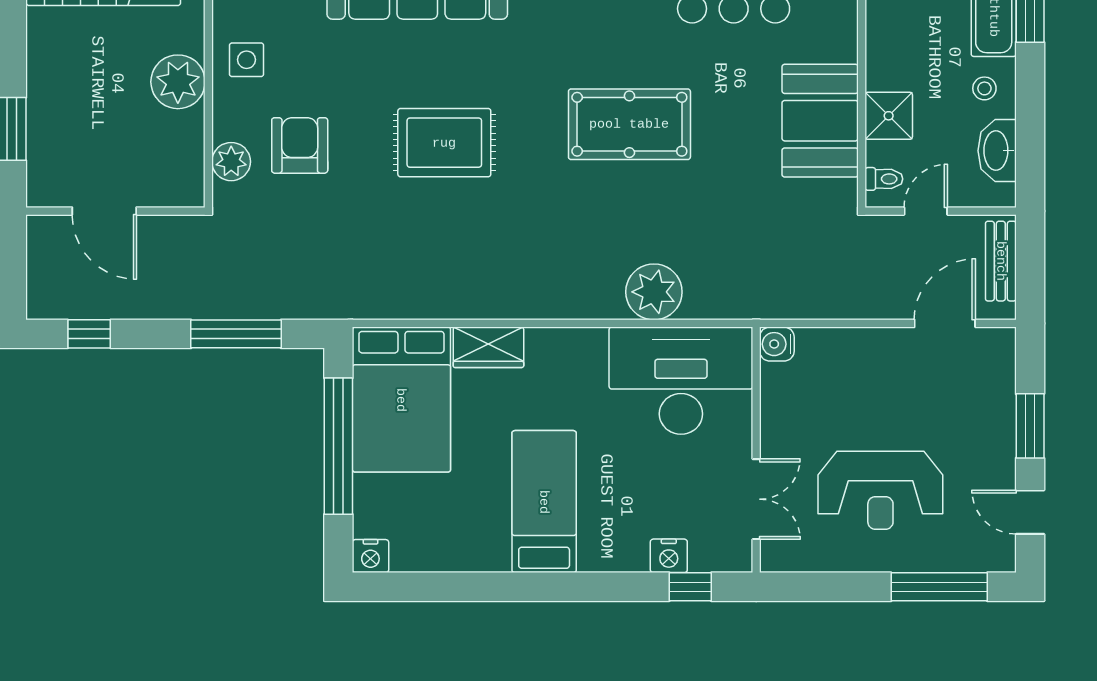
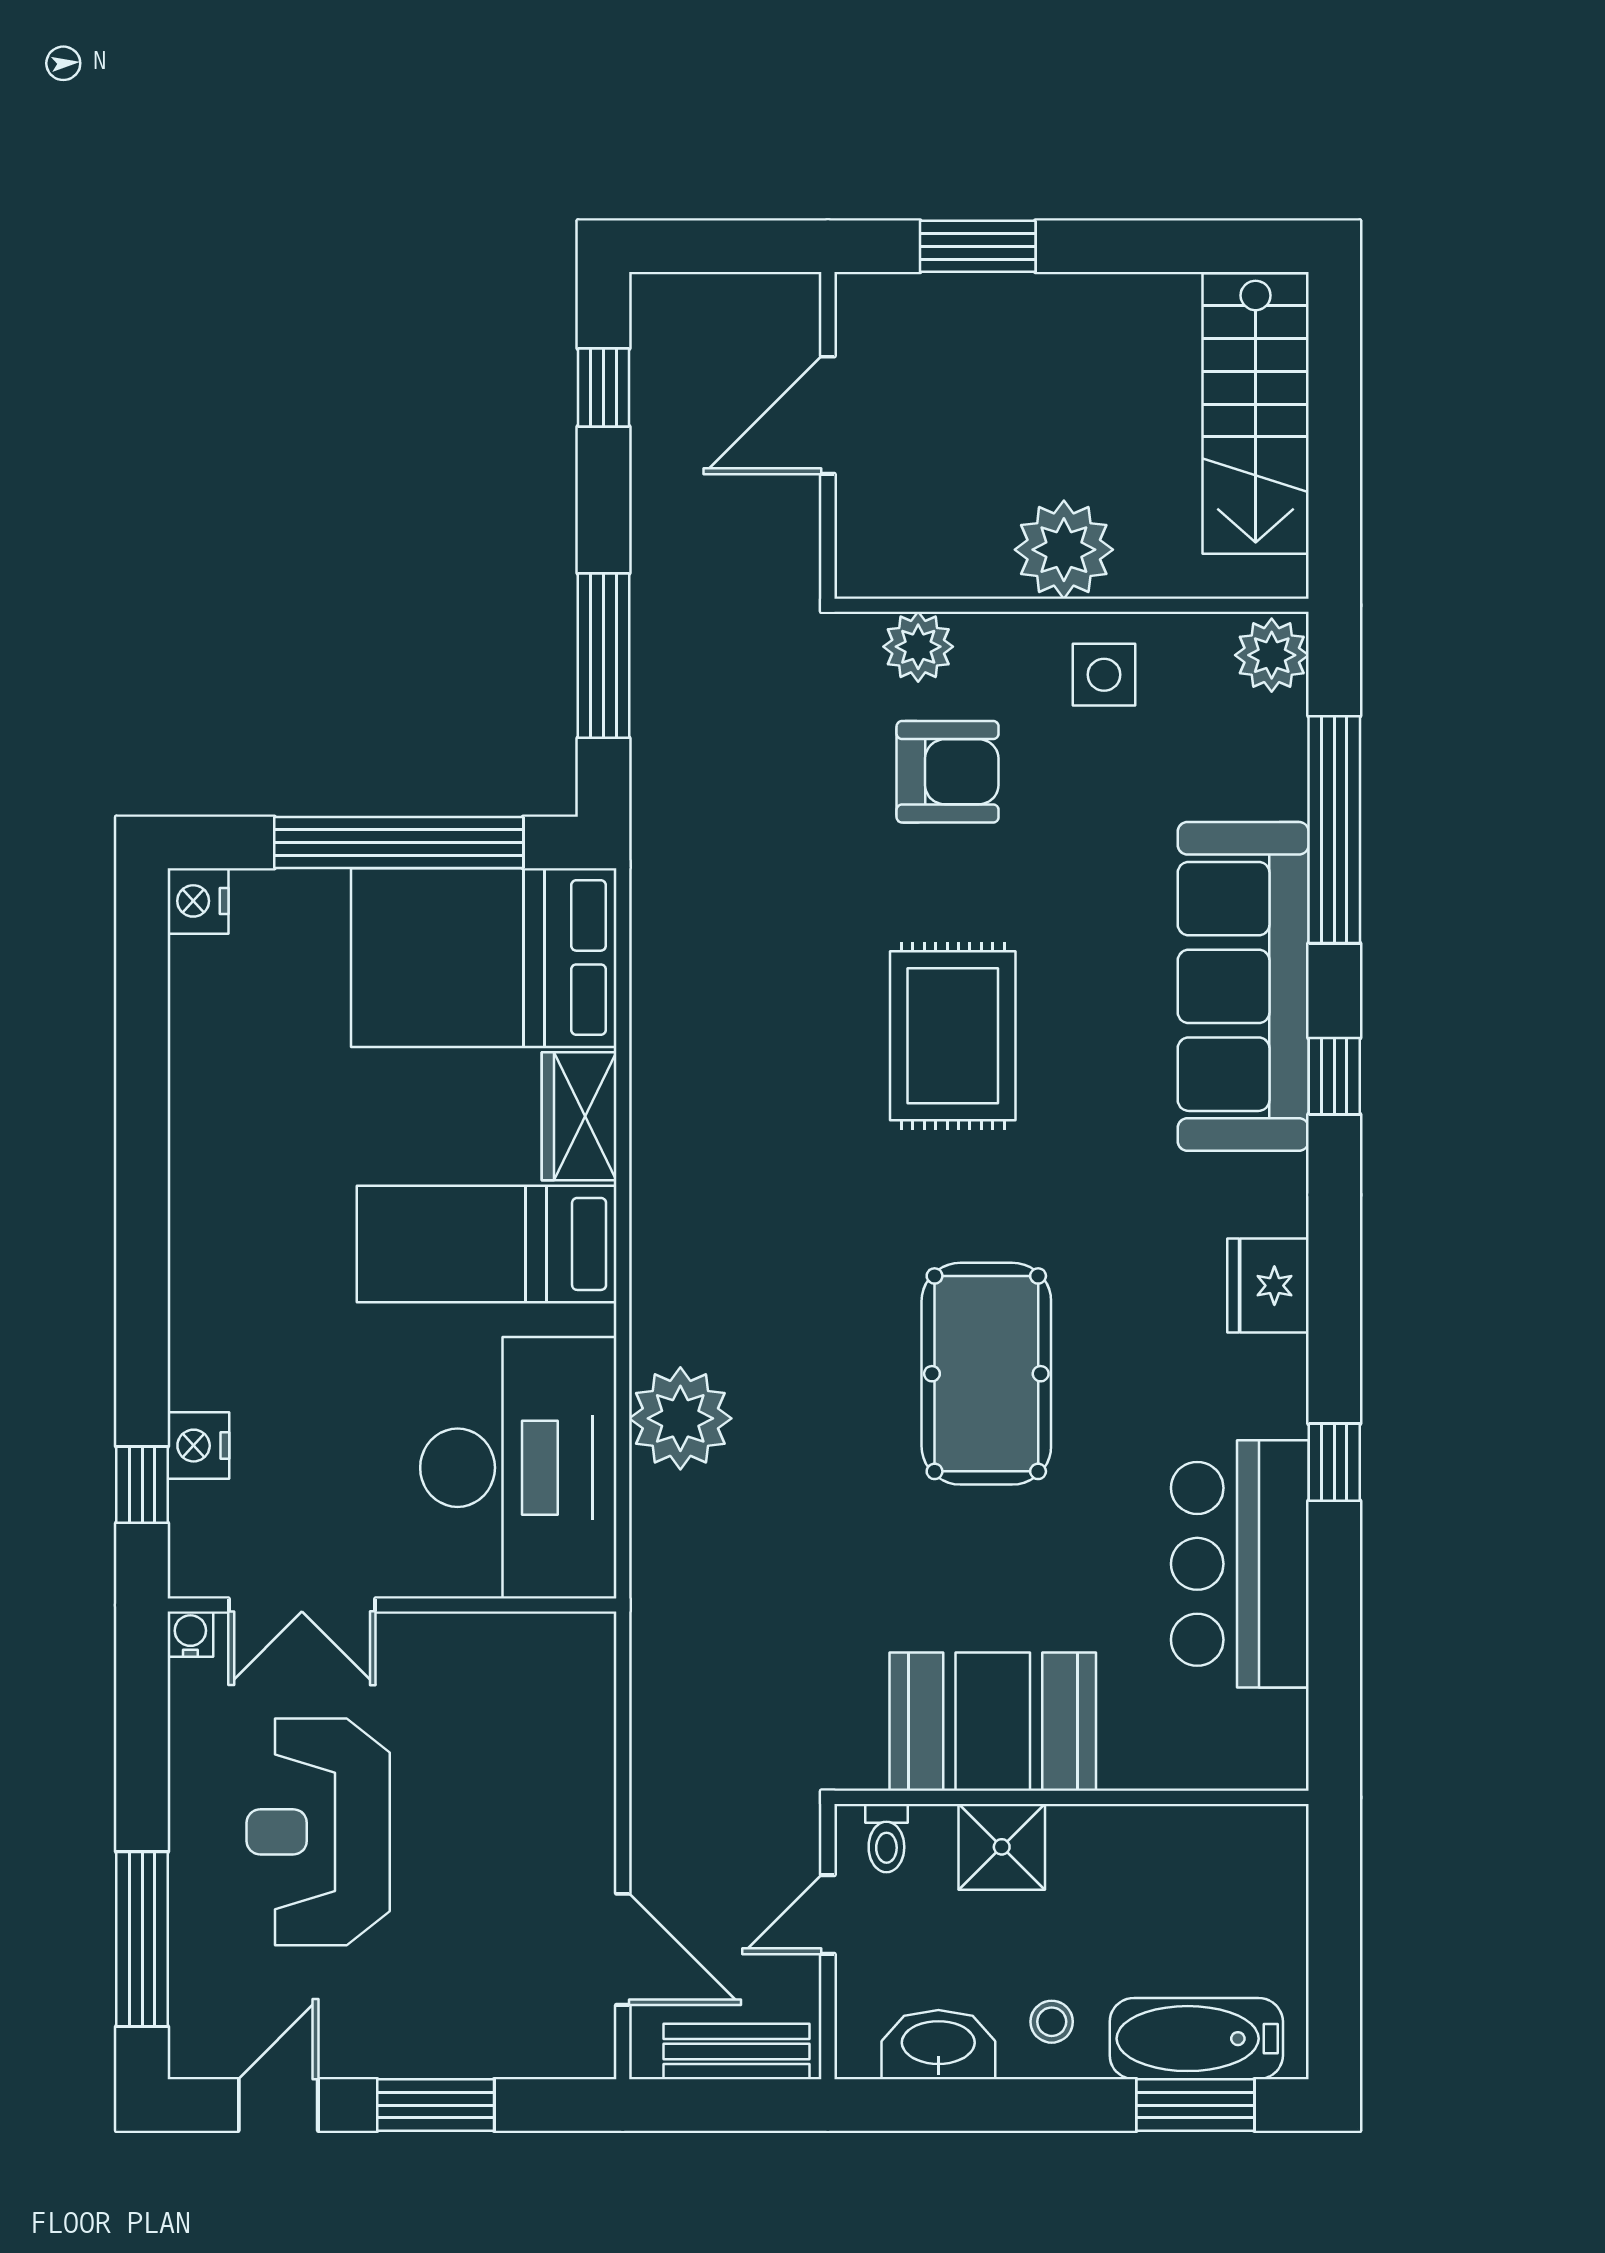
door: (926, 211) -> (828, 1915), swing flipped
water cooler: (777, 344) -> (190, 1634), moved, width x0.72, depth x0.72
bed: (544, 502) -> (487, 1244), moved, turned 180

